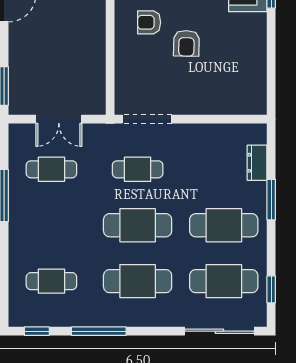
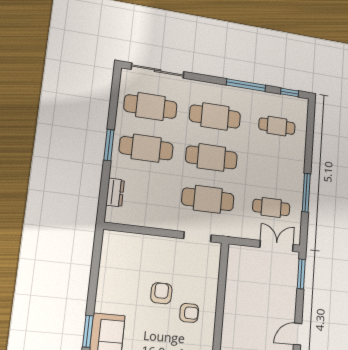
double door: (59, 119) -> (277, 246), moved
doorway: (147, 119) -> (197, 237), width x0.73
cafe table: (138, 169) -> (208, 199), width x1.37, depth x1.35
window: (271, 200) -> (109, 145), moved
window: (271, 289) -> (115, 95), removed

